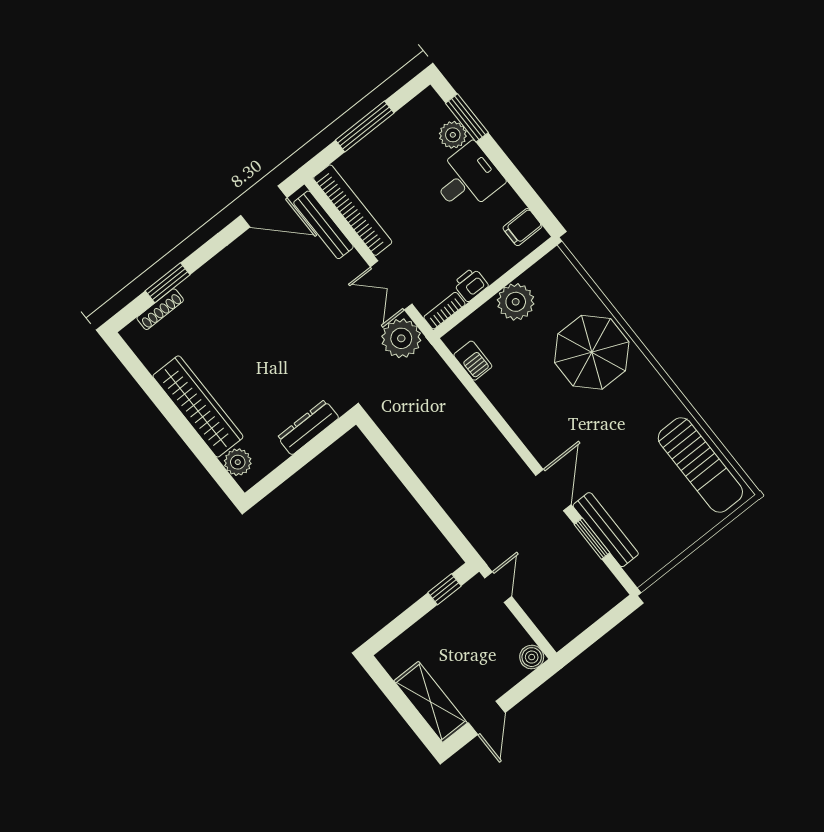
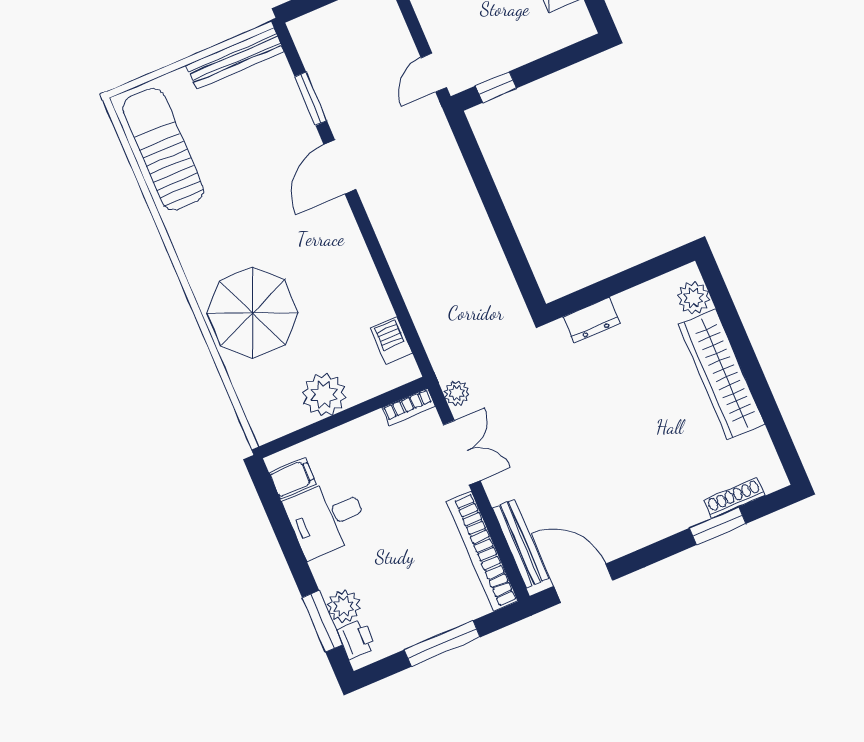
desk: (467, 179) -> (327, 518), moved
printer: (471, 284) -> (356, 639), moved, turned -90
plant: (401, 338) -> (457, 393), width x0.53, depth x0.53
dresser: (308, 427) -> (592, 320), width x0.70
bench: (606, 530) -> (235, 58), moved, turned 90

